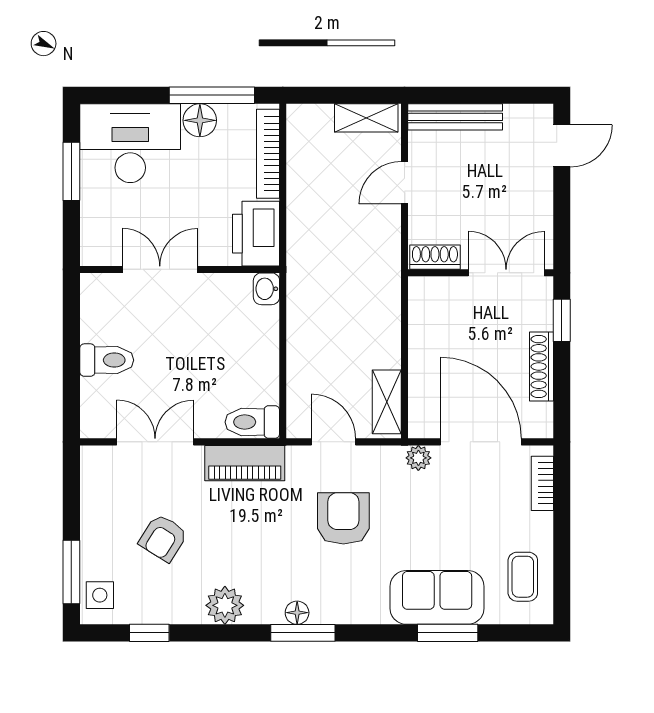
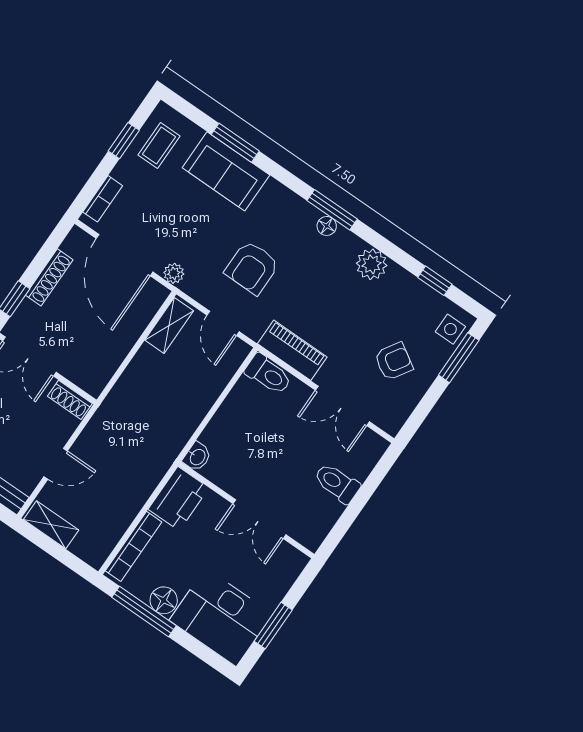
armchair: (163, 538) -> (394, 361), moved
window: (562, 557) -> (124, 141), added

